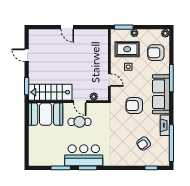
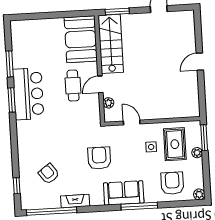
door: (109, 80) -> (132, 122), swing flipped
sofa: (161, 94) -> (124, 193), width x0.73

